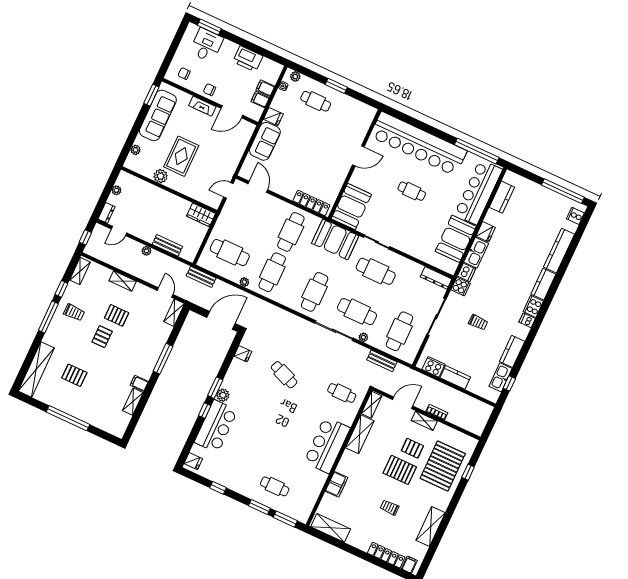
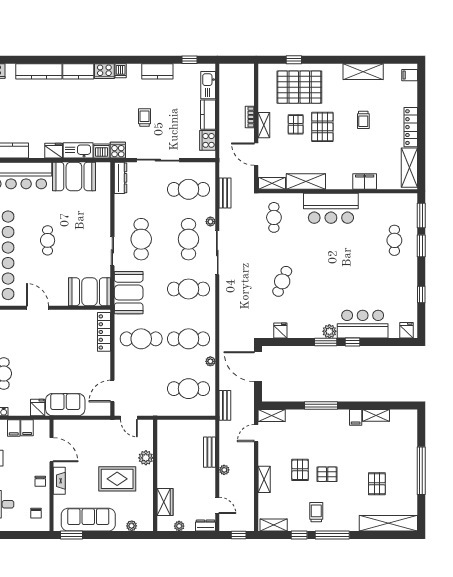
plant: (161, 176) -> (146, 458), moved
wardrobe: (201, 215) -> (165, 502), moved
cafe table: (230, 253) -> (188, 389), turned 90
kitchen sink: (501, 377) -> (208, 85), moved, turned 90
locker: (386, 555) -> (411, 127), moved

